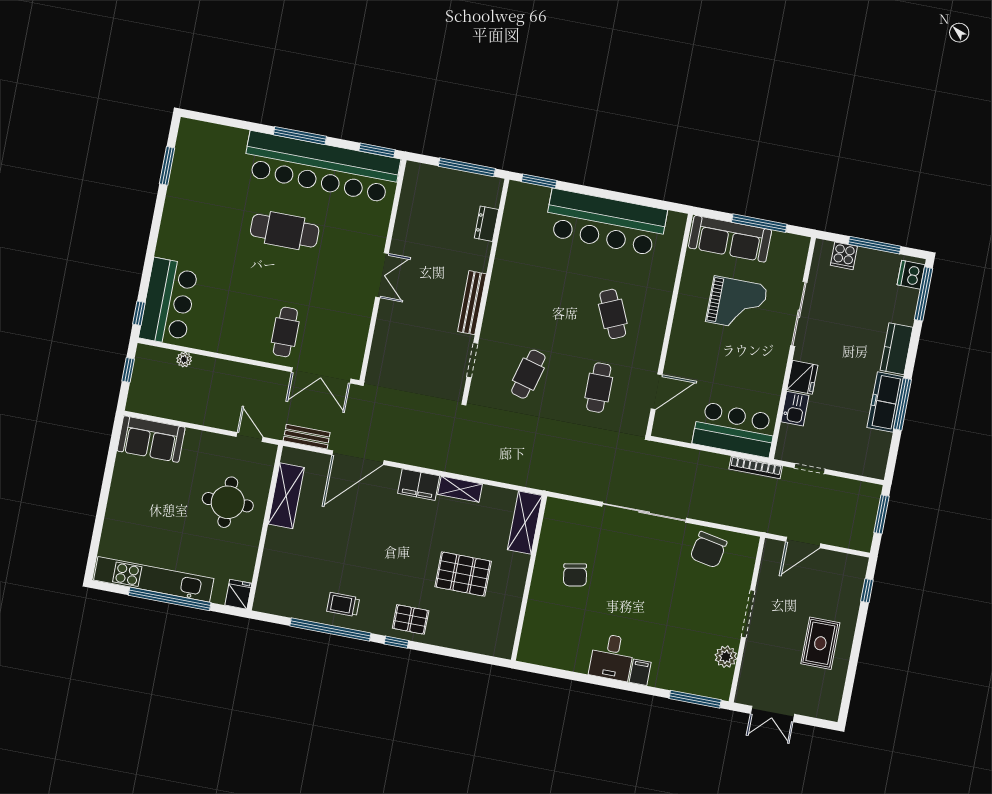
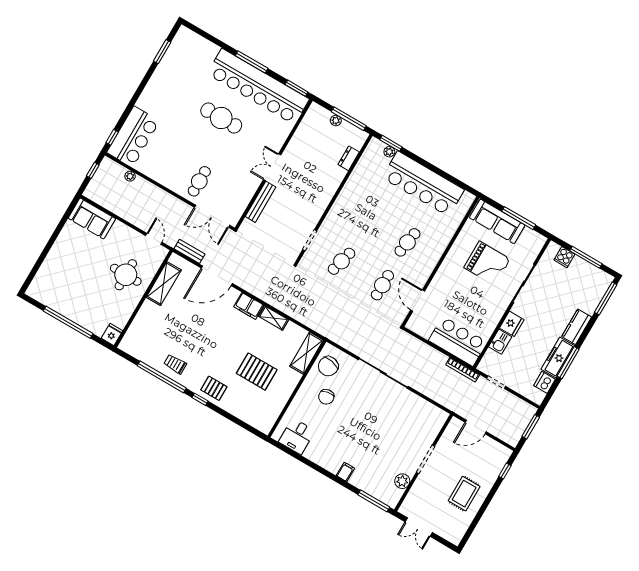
plant: (449, 176) -> (336, 121), added
plant: (541, 194) -> (389, 152), added
double door: (382, 275) -> (272, 167), swing flipped
dishwasher: (911, 275) -> (544, 382), moved
bench: (472, 303) -> (260, 202), moved
cafe table: (613, 314) -> (407, 242), turned 33
door: (657, 392) -> (418, 301), swing flipped
chair: (708, 550) -> (328, 366), moved
kitchen unit: (154, 579) -> (63, 307), removed
desk: (612, 657) -> (297, 436), moved

